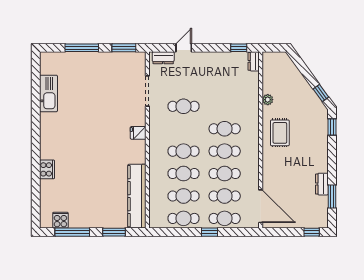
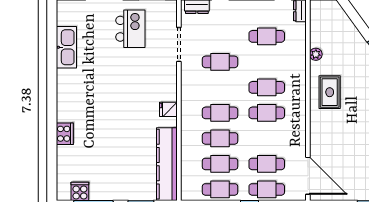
kitchen island: (105, 77) -> (130, 29), added
fridge: (138, 133) -> (168, 109), moved
cafe table: (225, 174) -> (267, 36), moved

